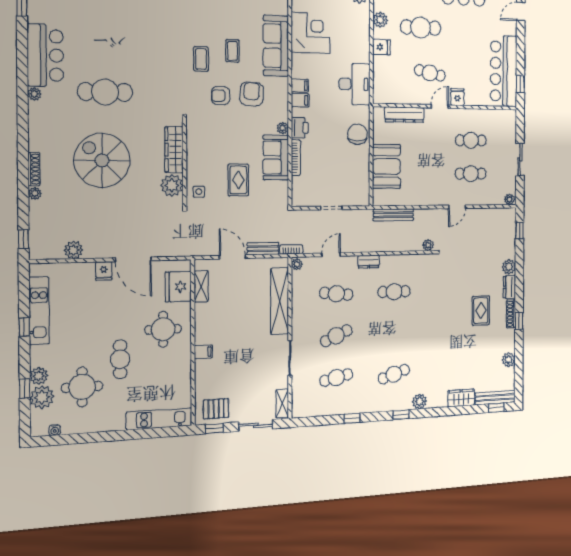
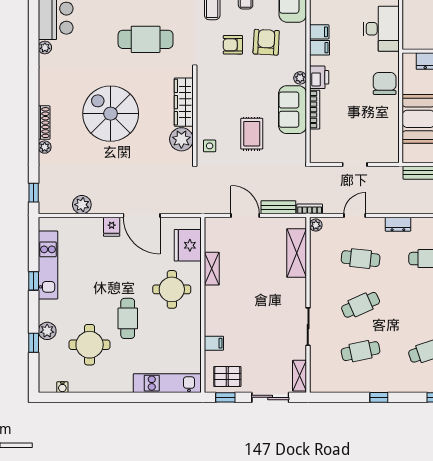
cafe table: (105, 92) -> (146, 39), moved
shelving: (201, 286) -> (212, 269), moved
shelving: (280, 301) -> (297, 253), width x0.68
filing cabinet: (203, 352) -> (214, 343), moved
plant: (42, 397) -> (50, 353), removed

